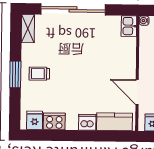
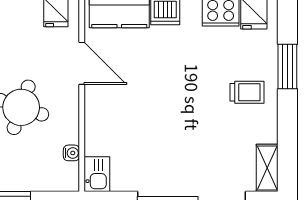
water cooler: (144, 21) -> (71, 153), moved
window: (15, 74) -> (287, 66), moved

